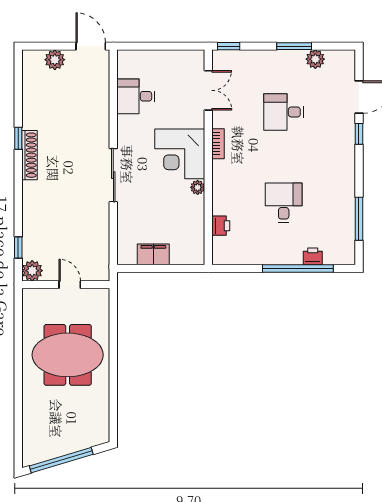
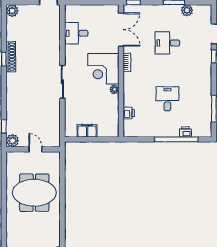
plant: (55, 60) -> (12, 11), moved
double door: (208, 90) -> (121, 30), width x1.37
shoe rack: (29, 155) -> (11, 57), moved

